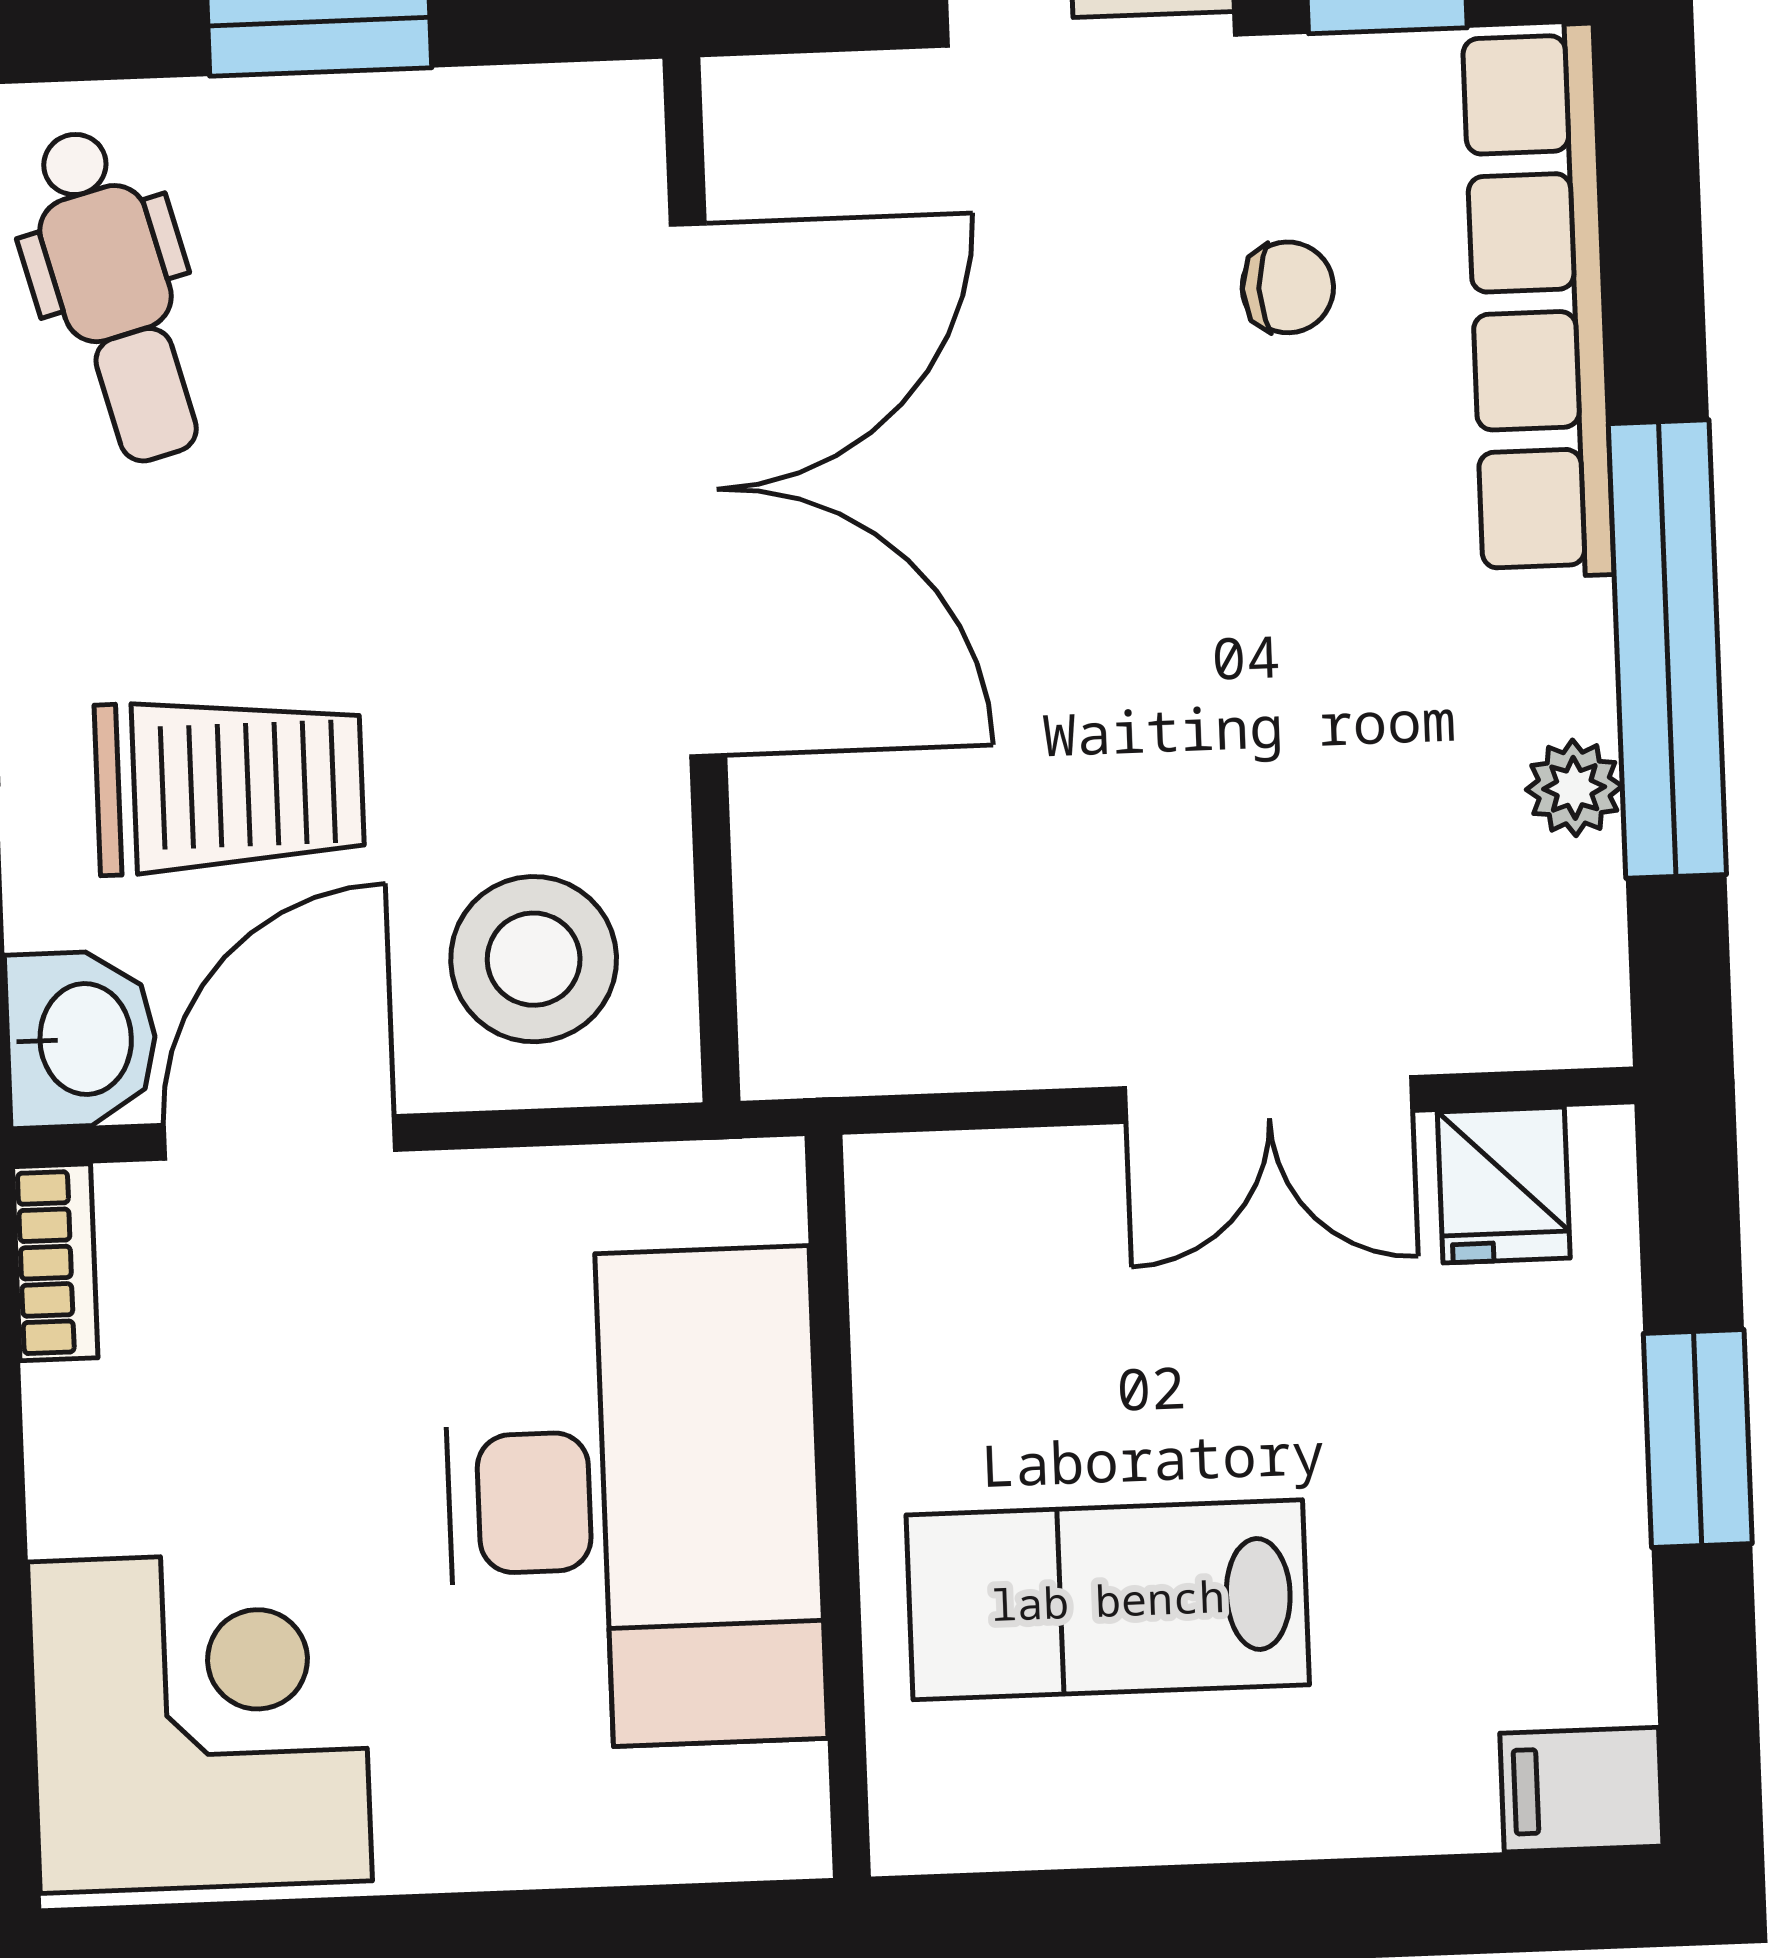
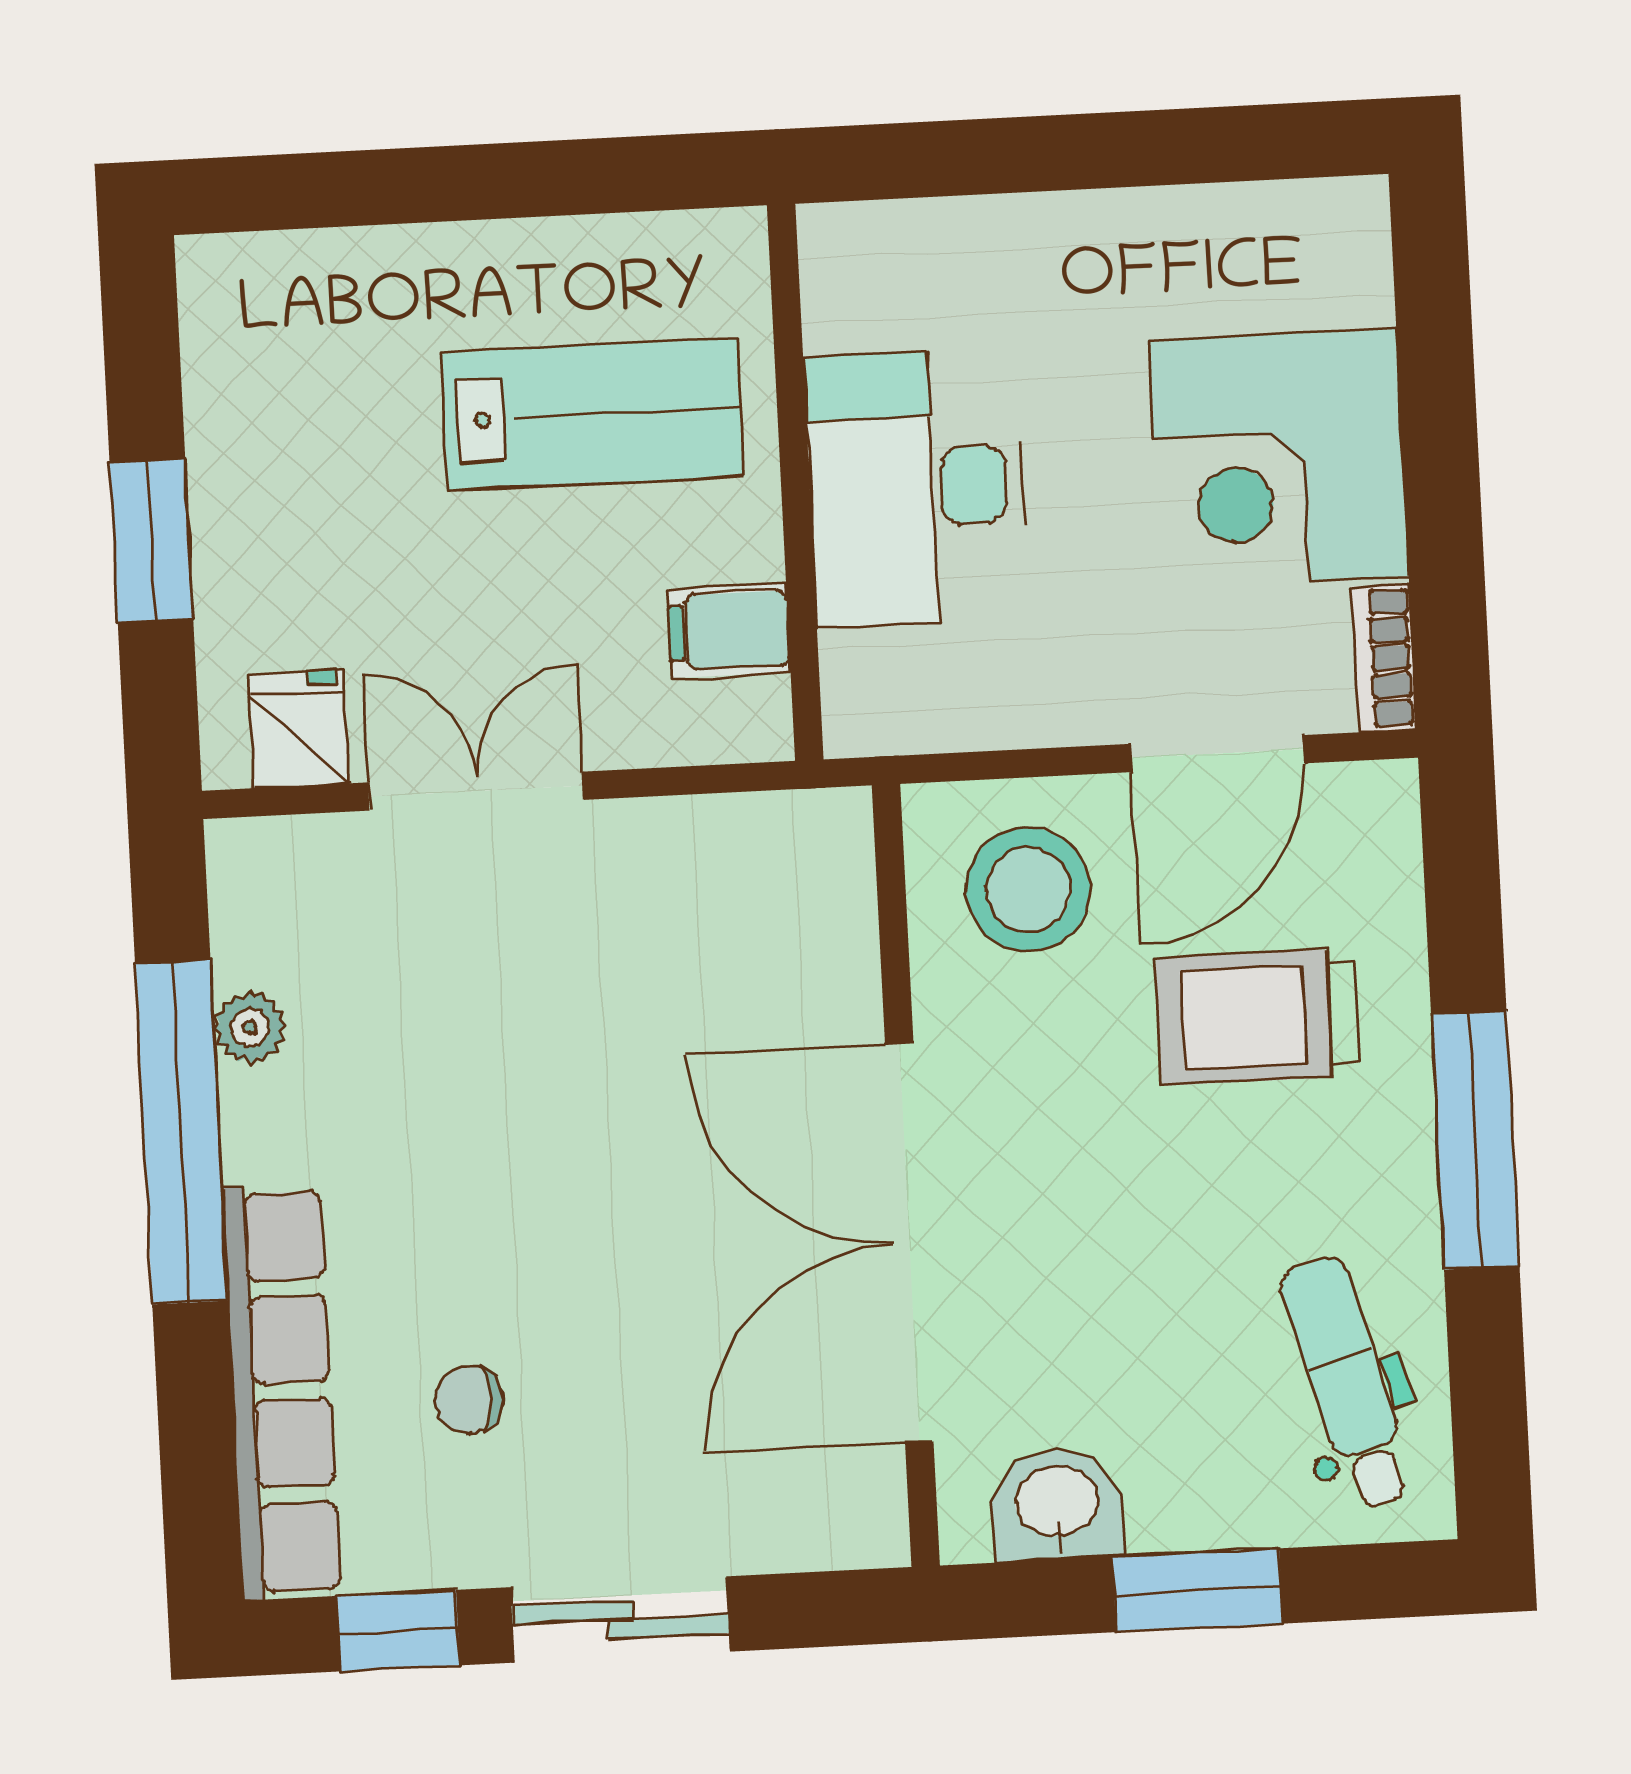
washbasin: (81, 1039) -> (1057, 1504), moved, turned 90
desk: (634, 1499) -> (916, 488), width x0.73, depth x0.77
corner desk: (200, 1721) -> (1278, 458), moved
filing cabinet: (1581, 1790) -> (729, 631), moved, turned 180

